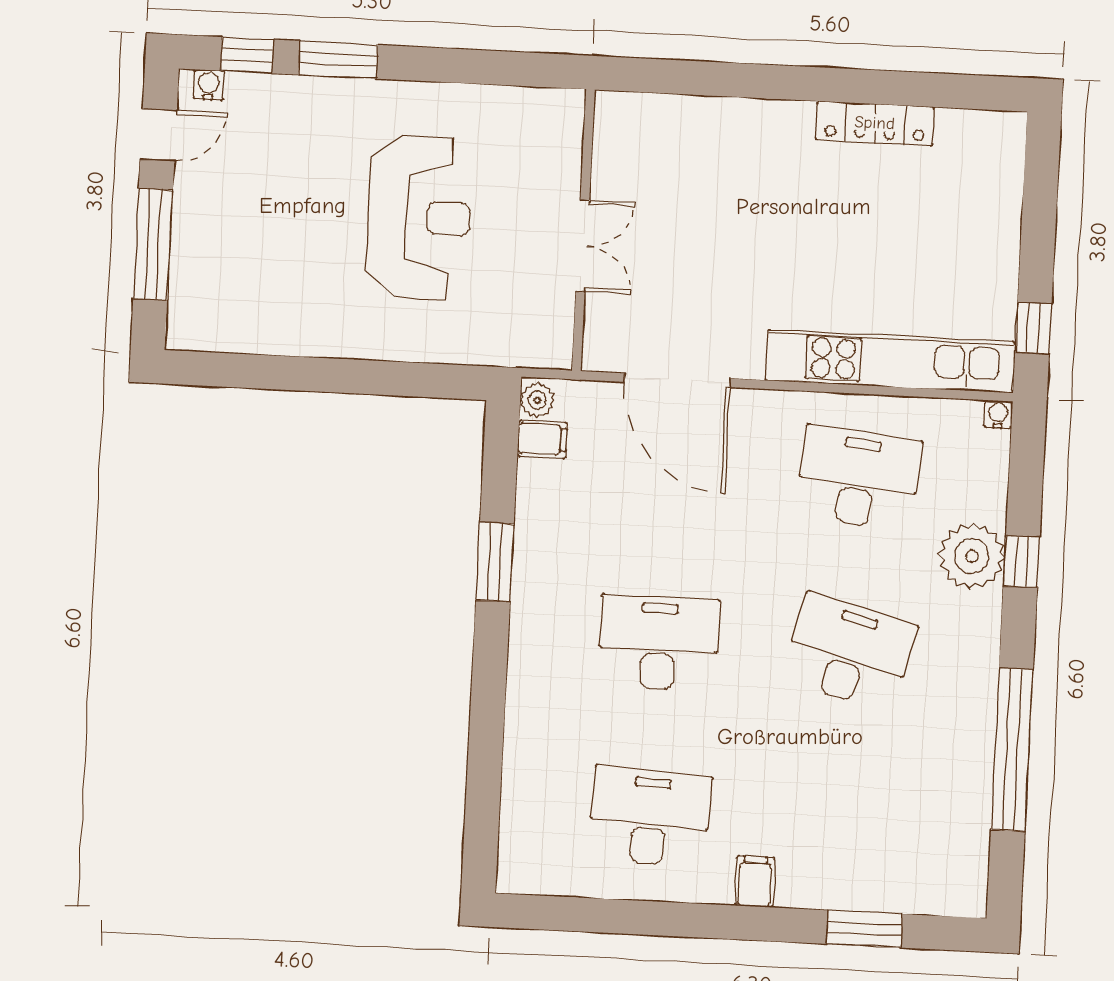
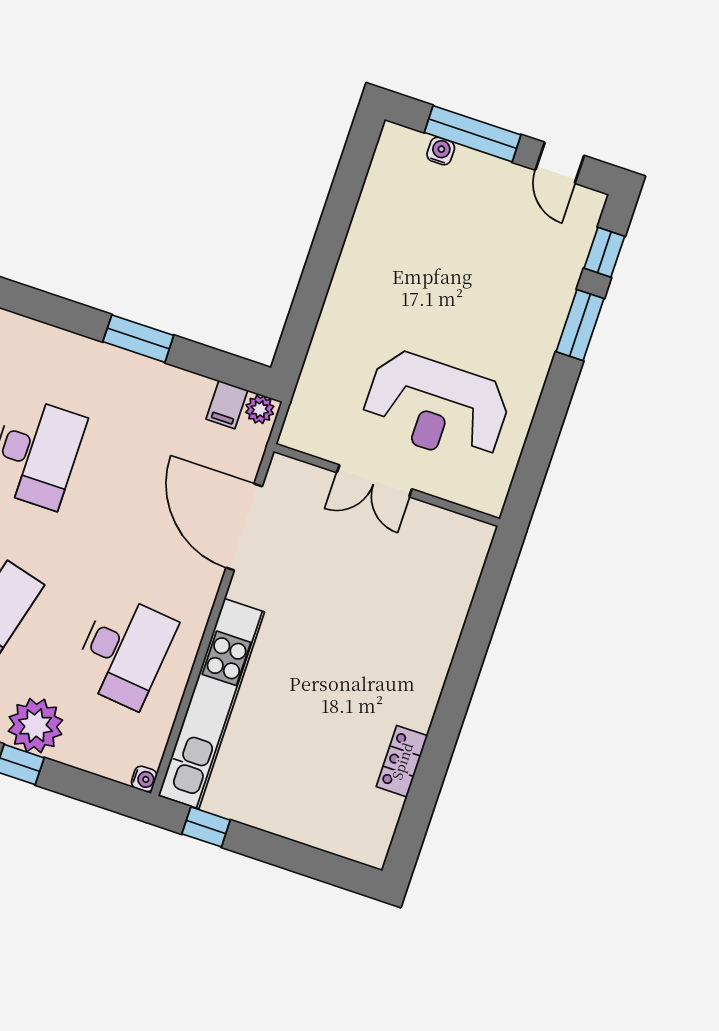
water cooler: (209, 85) -> (441, 151), moved, turned -90
locker: (875, 123) -> (402, 761), width x0.66
reception desk: (419, 217) -> (436, 407), moved
door: (677, 380) -> (244, 527), hinge flipped

